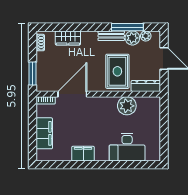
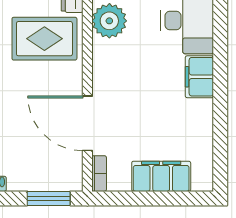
filing cabinet: (83, 154) -> (199, 77), moved

